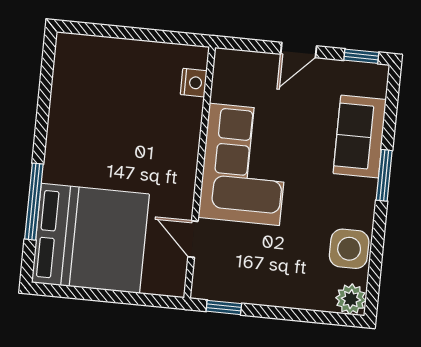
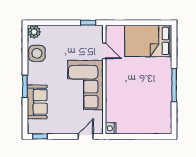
door: (299, 50) -> (86, 136), moved
nightstand: (194, 83) -> (111, 128), moved
window: (34, 202) -> (174, 85), moved
bed: (90, 238) -> (148, 41), width x0.73

